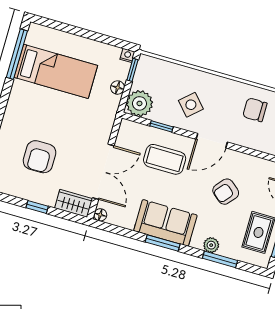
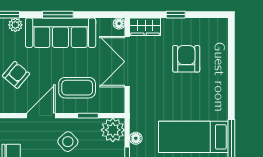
sofa: (165, 223) -> (61, 33), width x1.36

